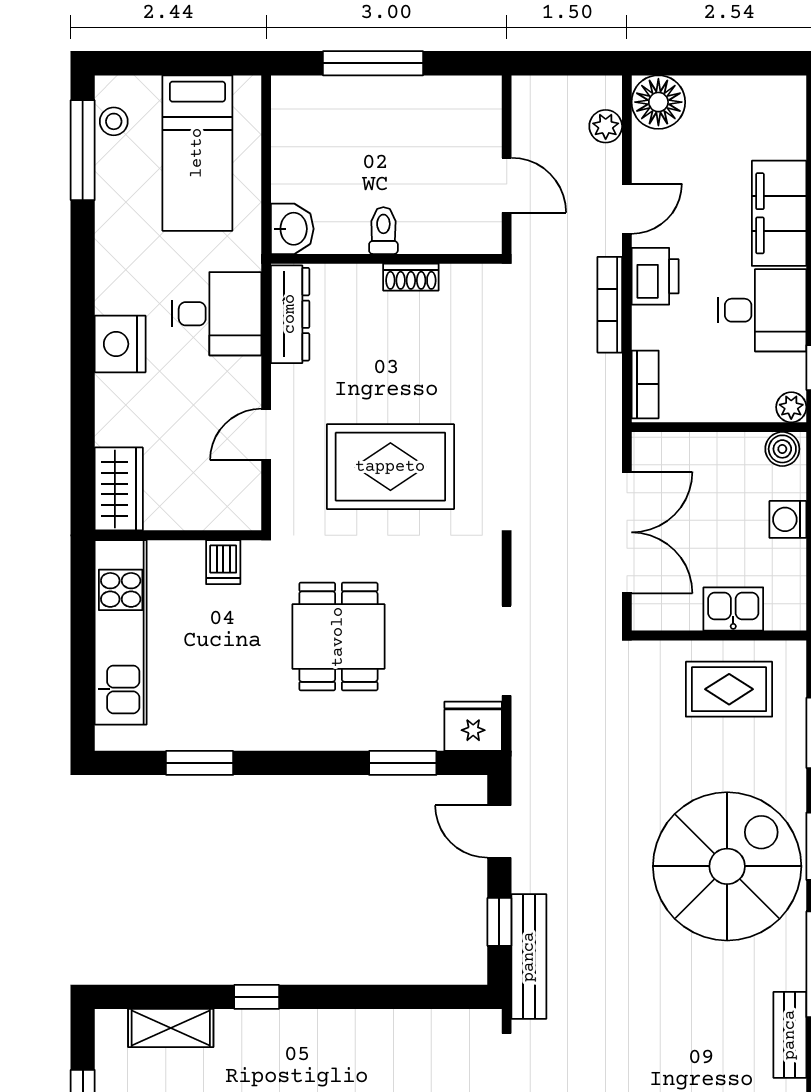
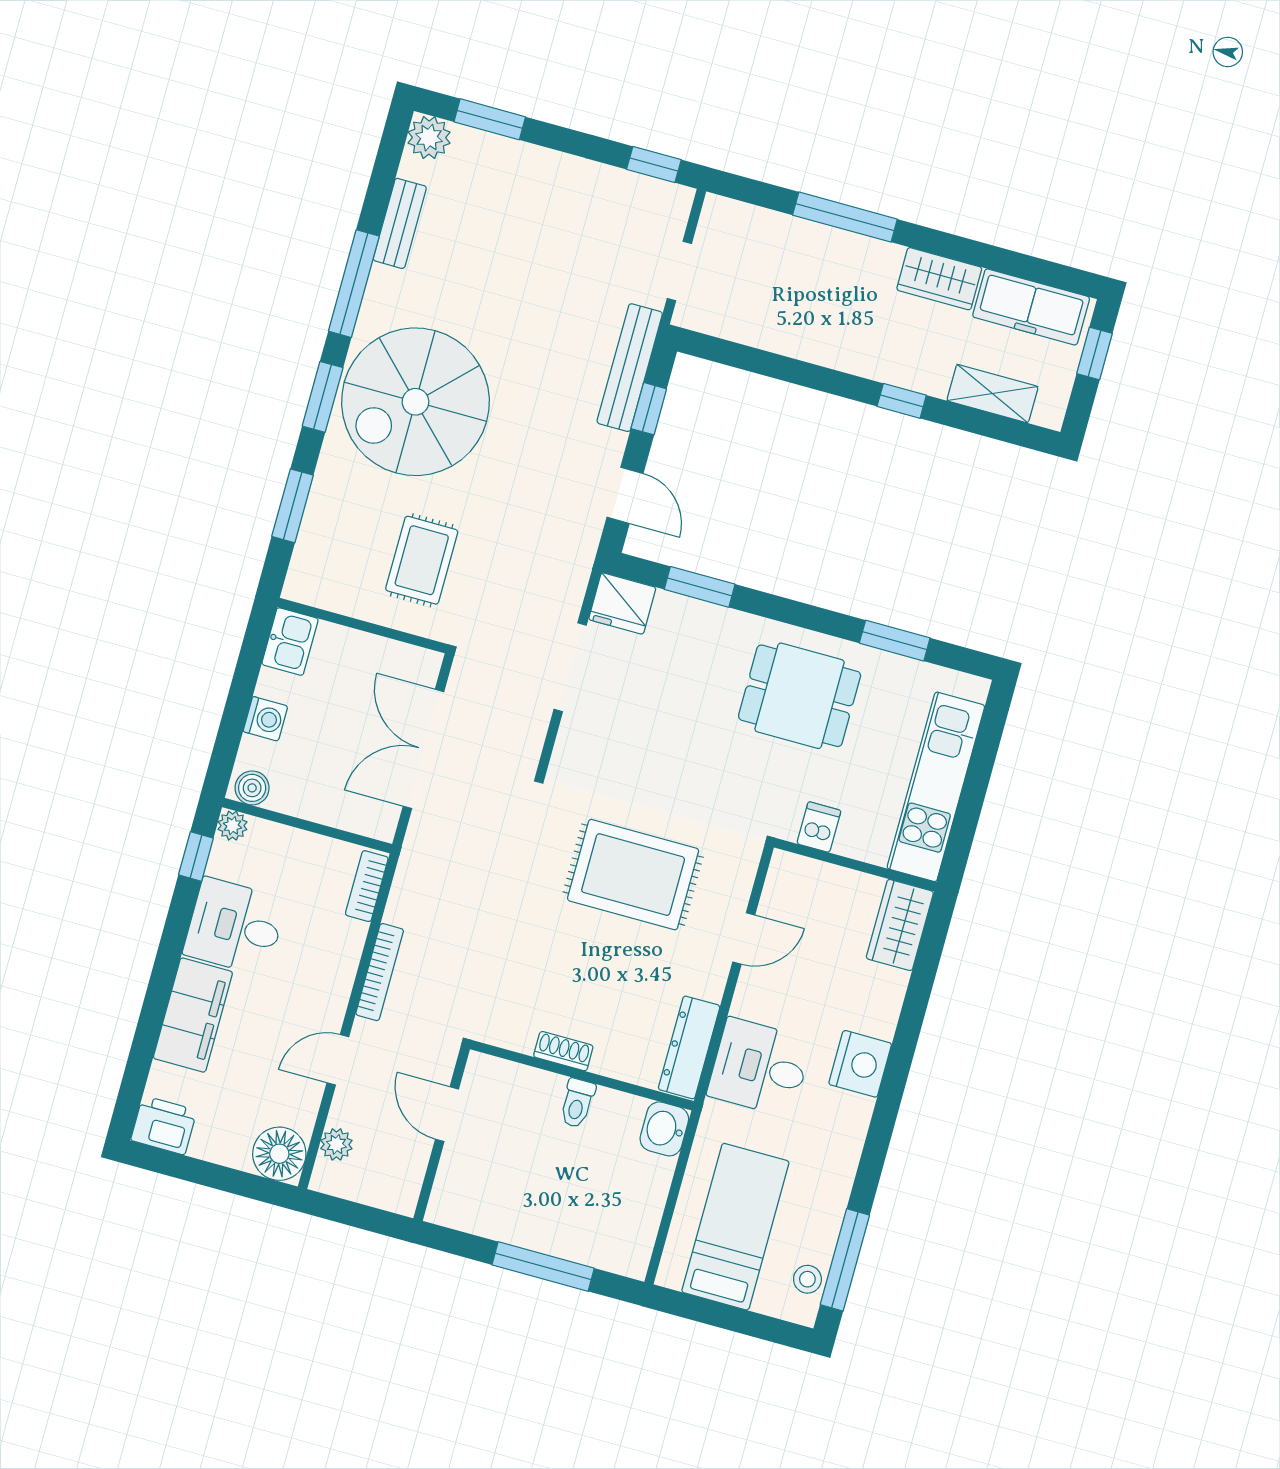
printer: (655, 276) -> (164, 1125), moved, turned 90
kitchen sink: (733, 609) -> (290, 642), moved, turned -90
dining table: (338, 637) -> (800, 696), moved, turned 90
rug: (729, 689) -> (422, 560), moved, turned 90

